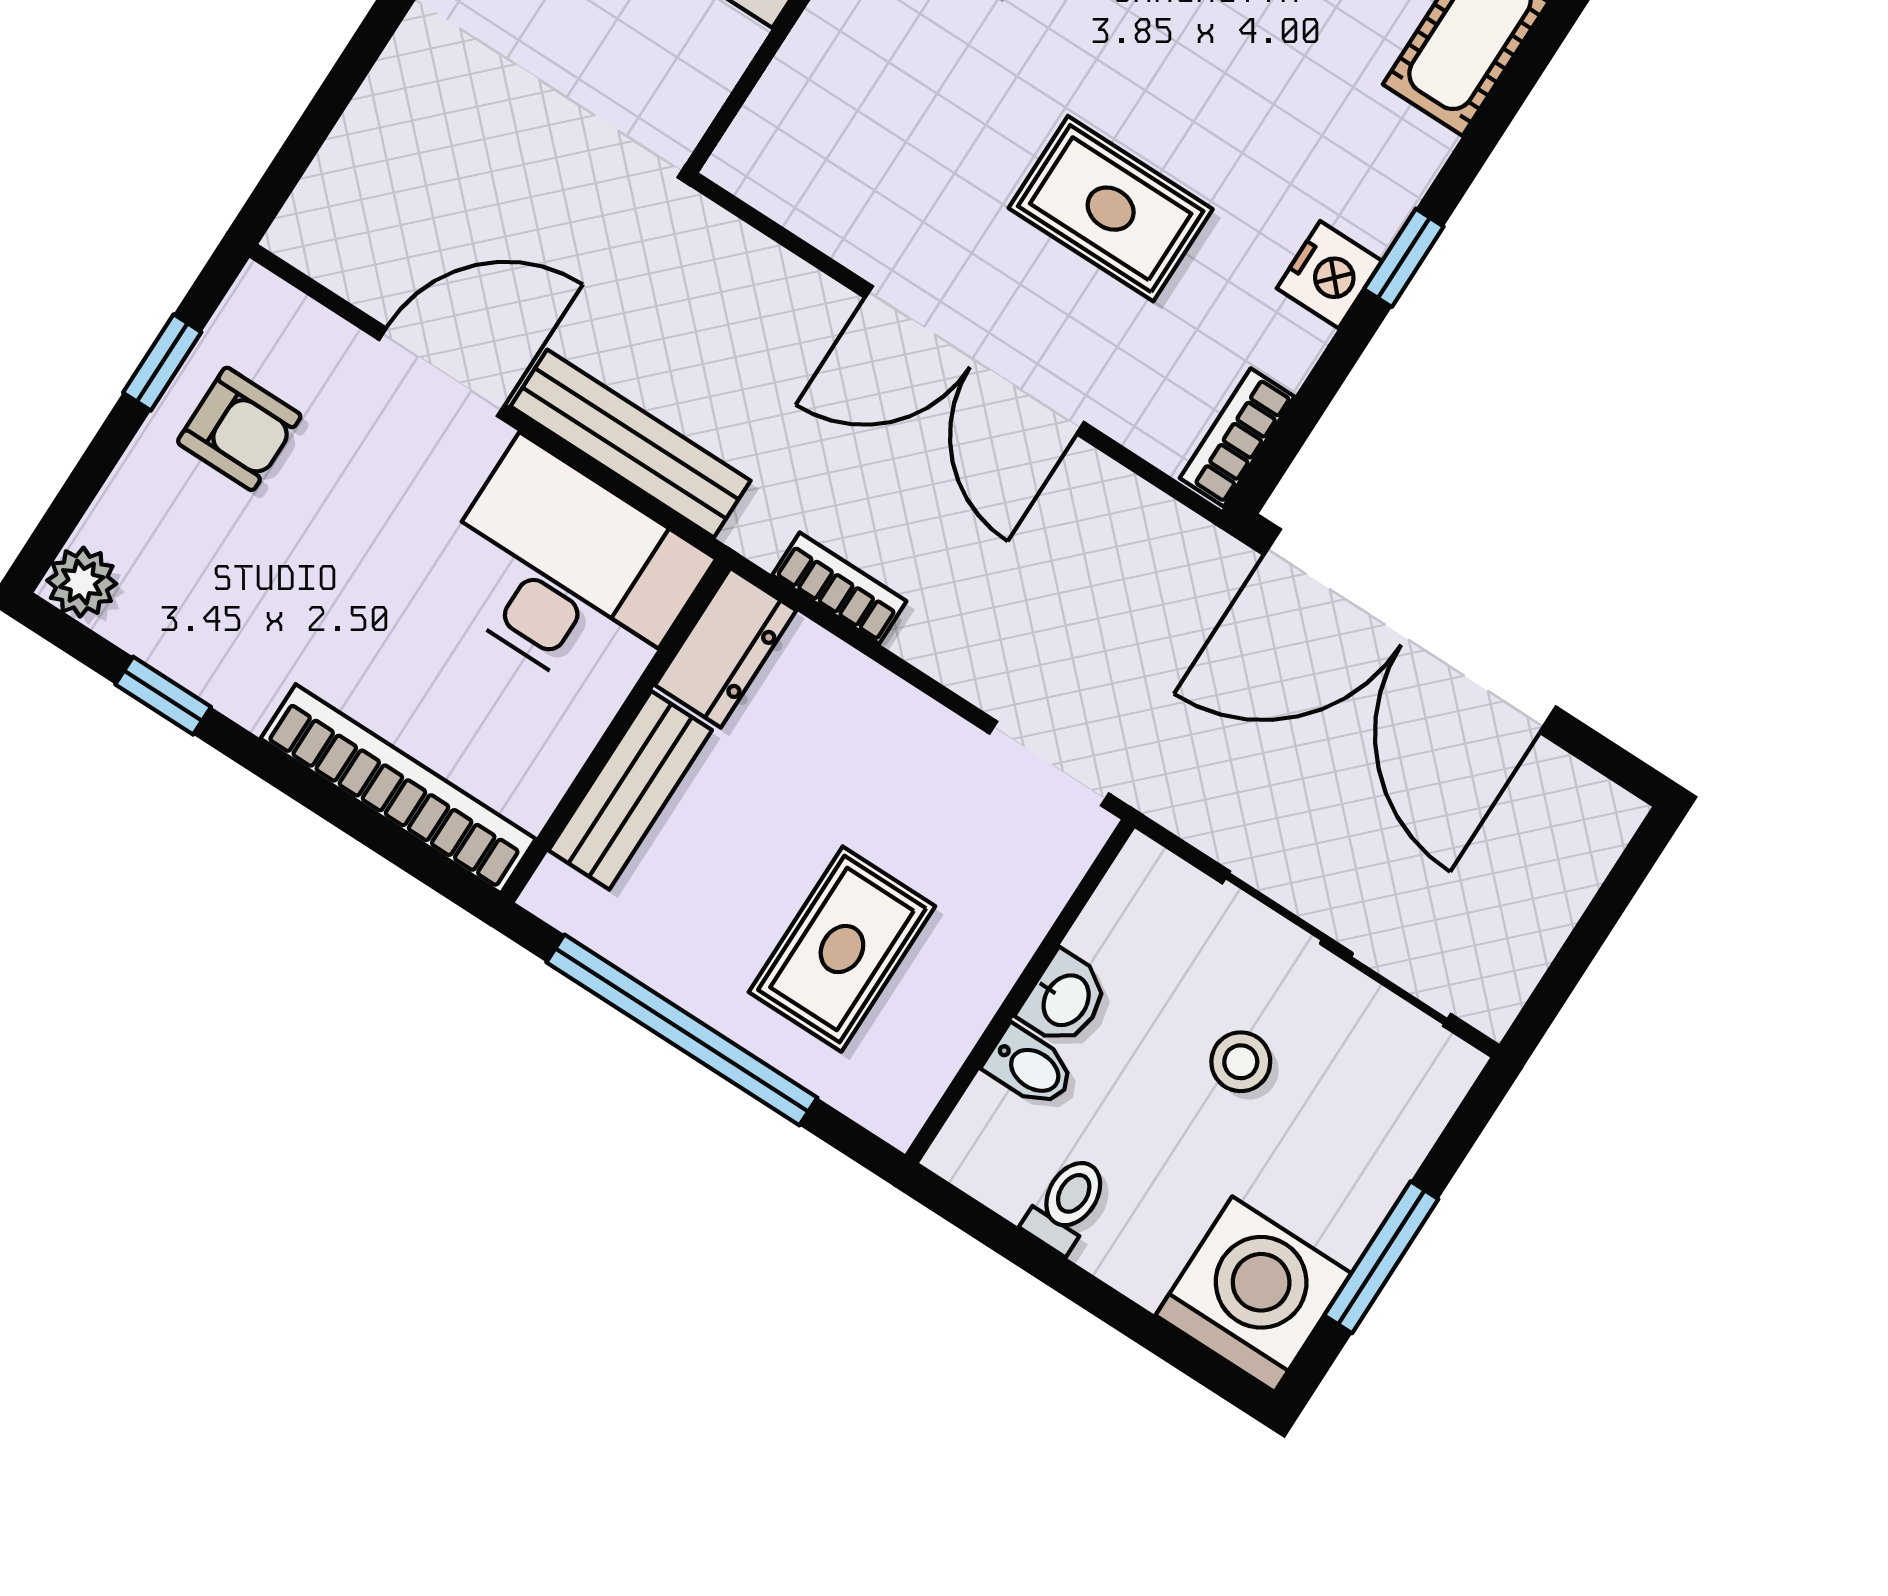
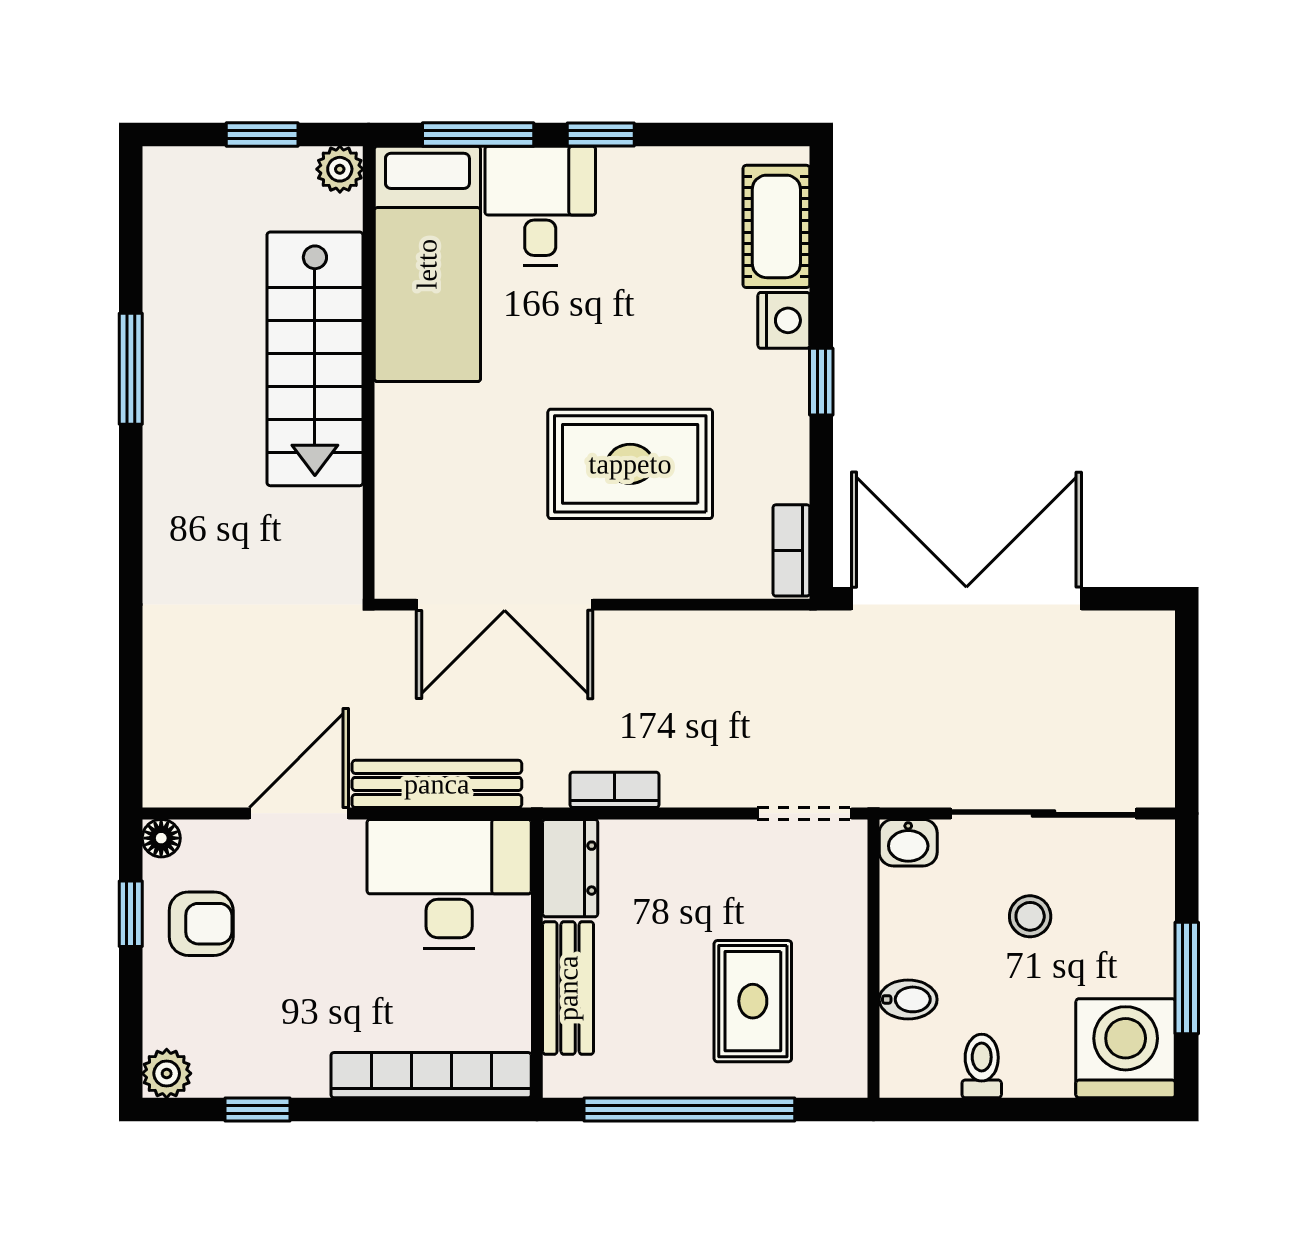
rug: (1111, 209) -> (630, 464), width x1.36, depth x1.43
nightstand: (1329, 275) -> (784, 320), moved
floor lamp: (257, 295) -> (161, 838), added
double door: (974, 360) -> (505, 605), moved
double door: (1410, 631) -> (966, 599), swing flipped
washbasin: (1064, 999) -> (908, 843), moved, turned 90

